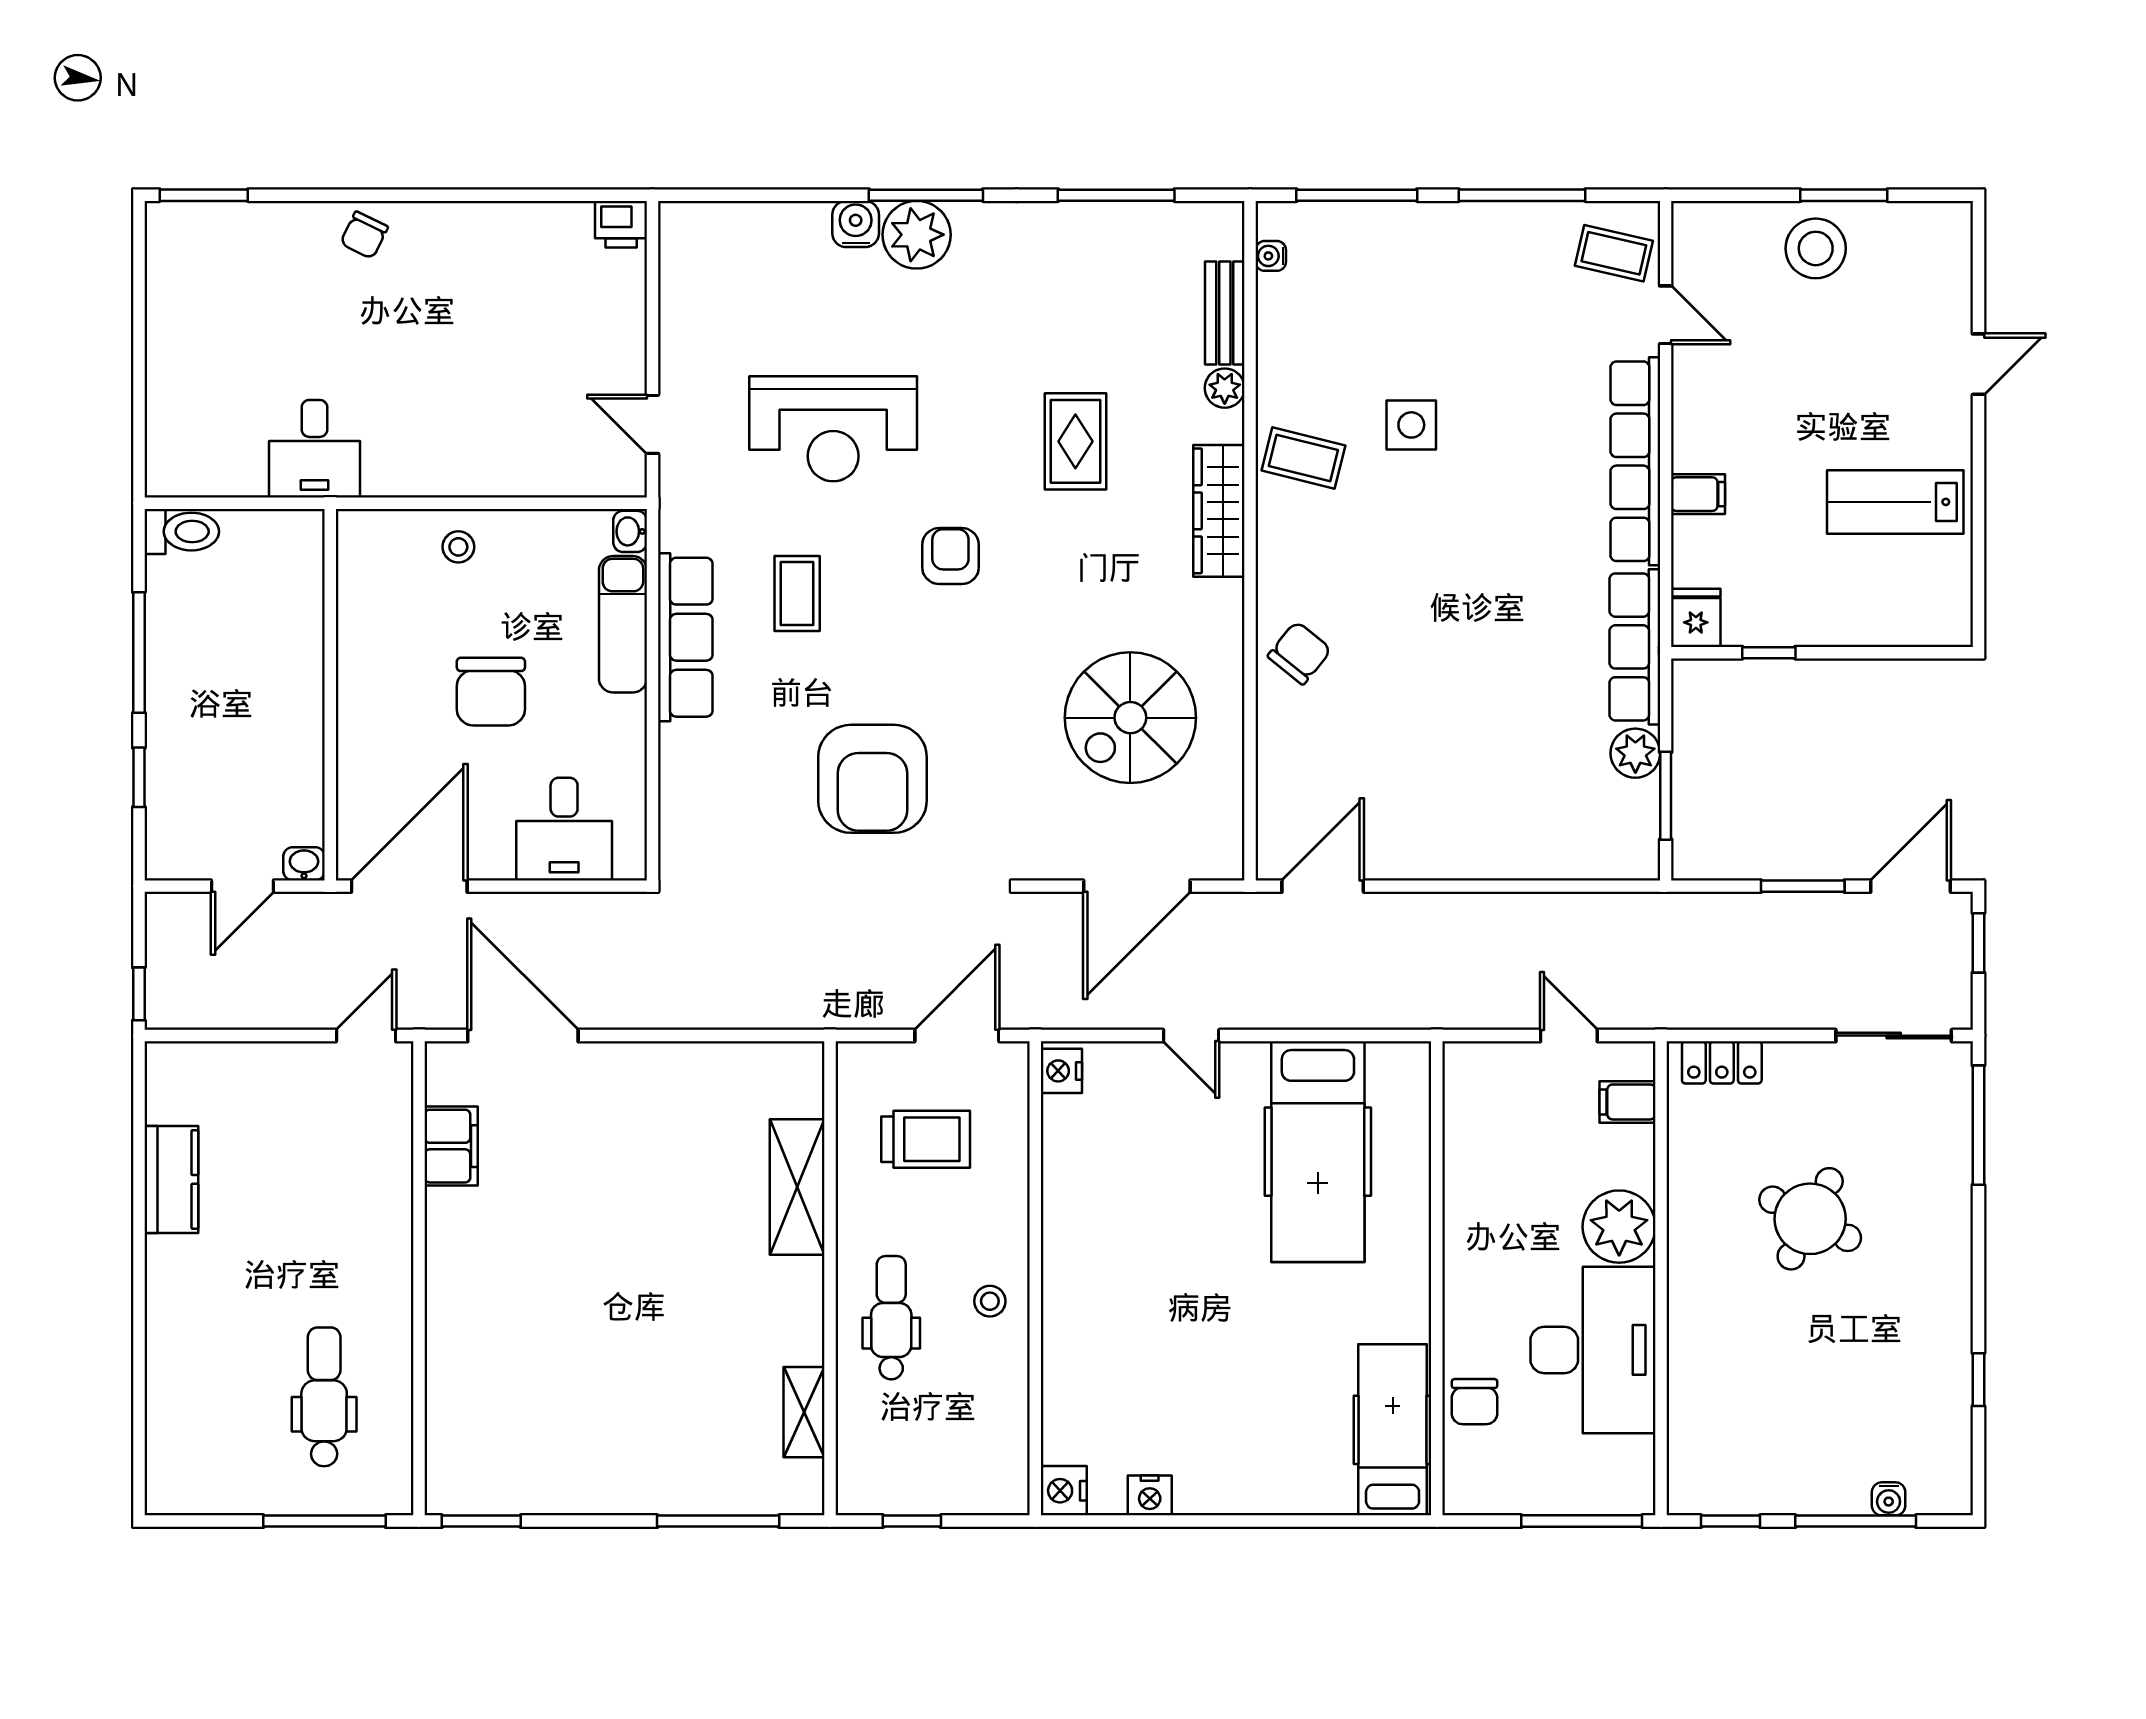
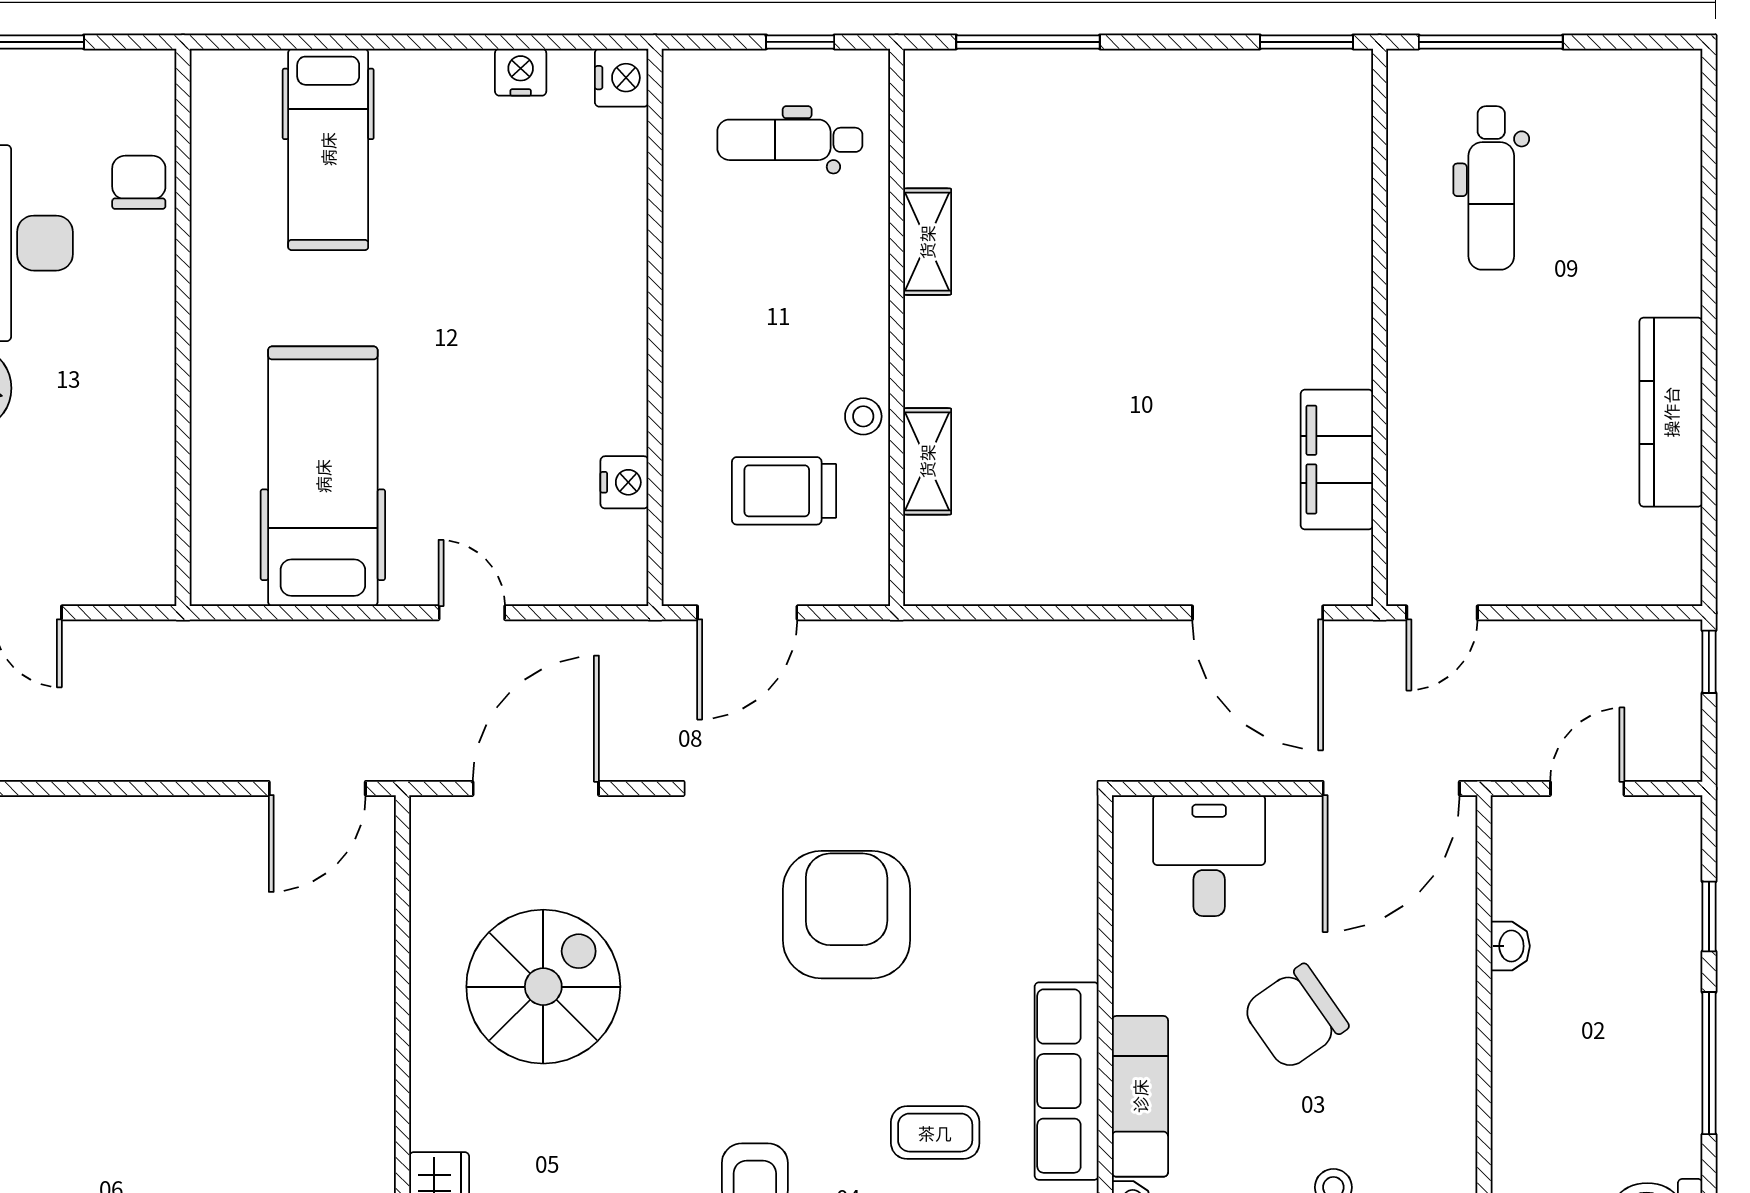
coffee table: (797, 593) -> (935, 1133), turned 90
chair: (1300, 653) -> (344, 1063), removed
chair: (491, 692) -> (1295, 1017), turned -125
washbasin: (304, 864) -> (1510, 946), moved, turned -90
nightstand: (1061, 1071) -> (624, 482), moved
filing cabinet: (451, 1146) -> (1337, 460), width x1.50, depth x1.17
kitchen counter: (171, 1179) -> (1671, 412), width x1.50
shelving: (797, 1187) -> (927, 461), width x0.67, depth x0.75
stool: (990, 1301) -> (863, 416), moved
dental chair: (891, 1318) -> (790, 140), moved, turned 90
shelving: (804, 1412) -> (927, 242), moved
hospital bed: (1393, 1430) -> (328, 149), moved

